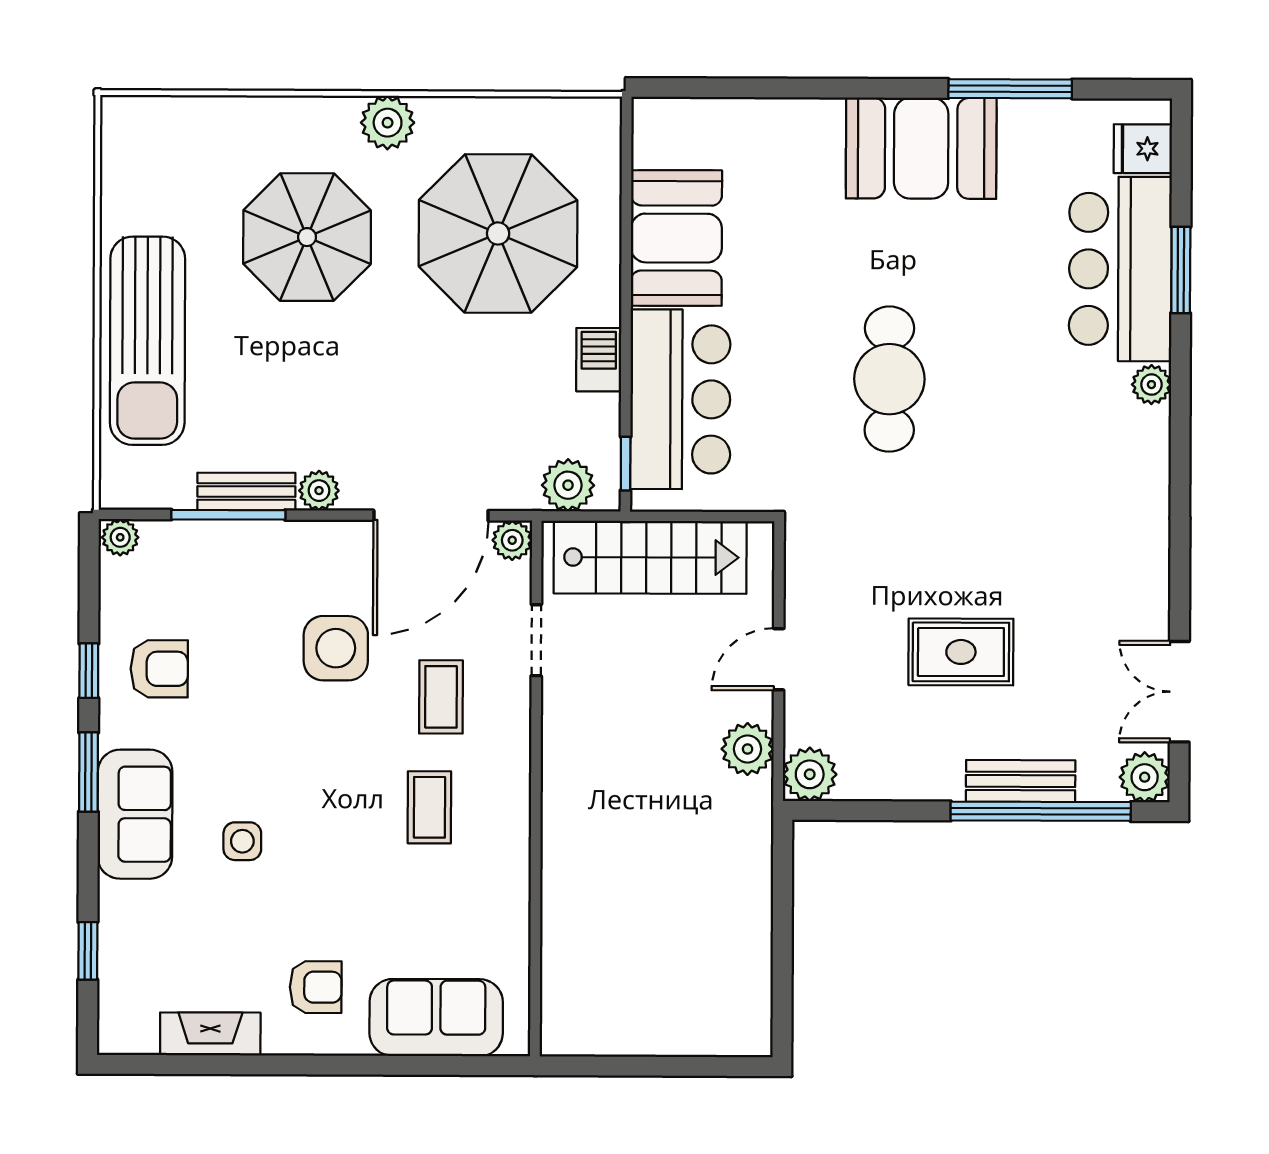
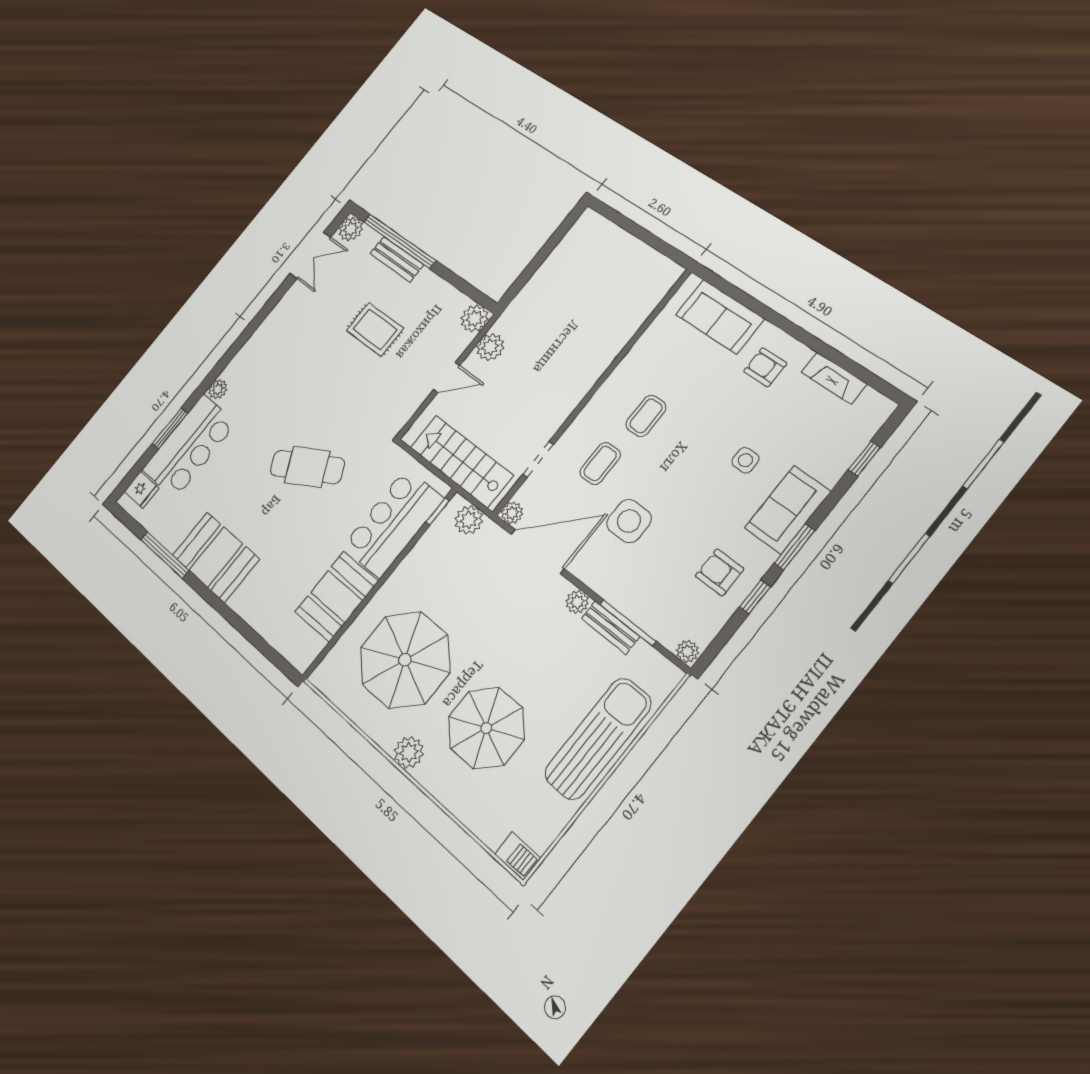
barbecue: (599, 360) -> (518, 856), moved, turned -90
cafe table: (889, 379) -> (307, 467), turned 62

